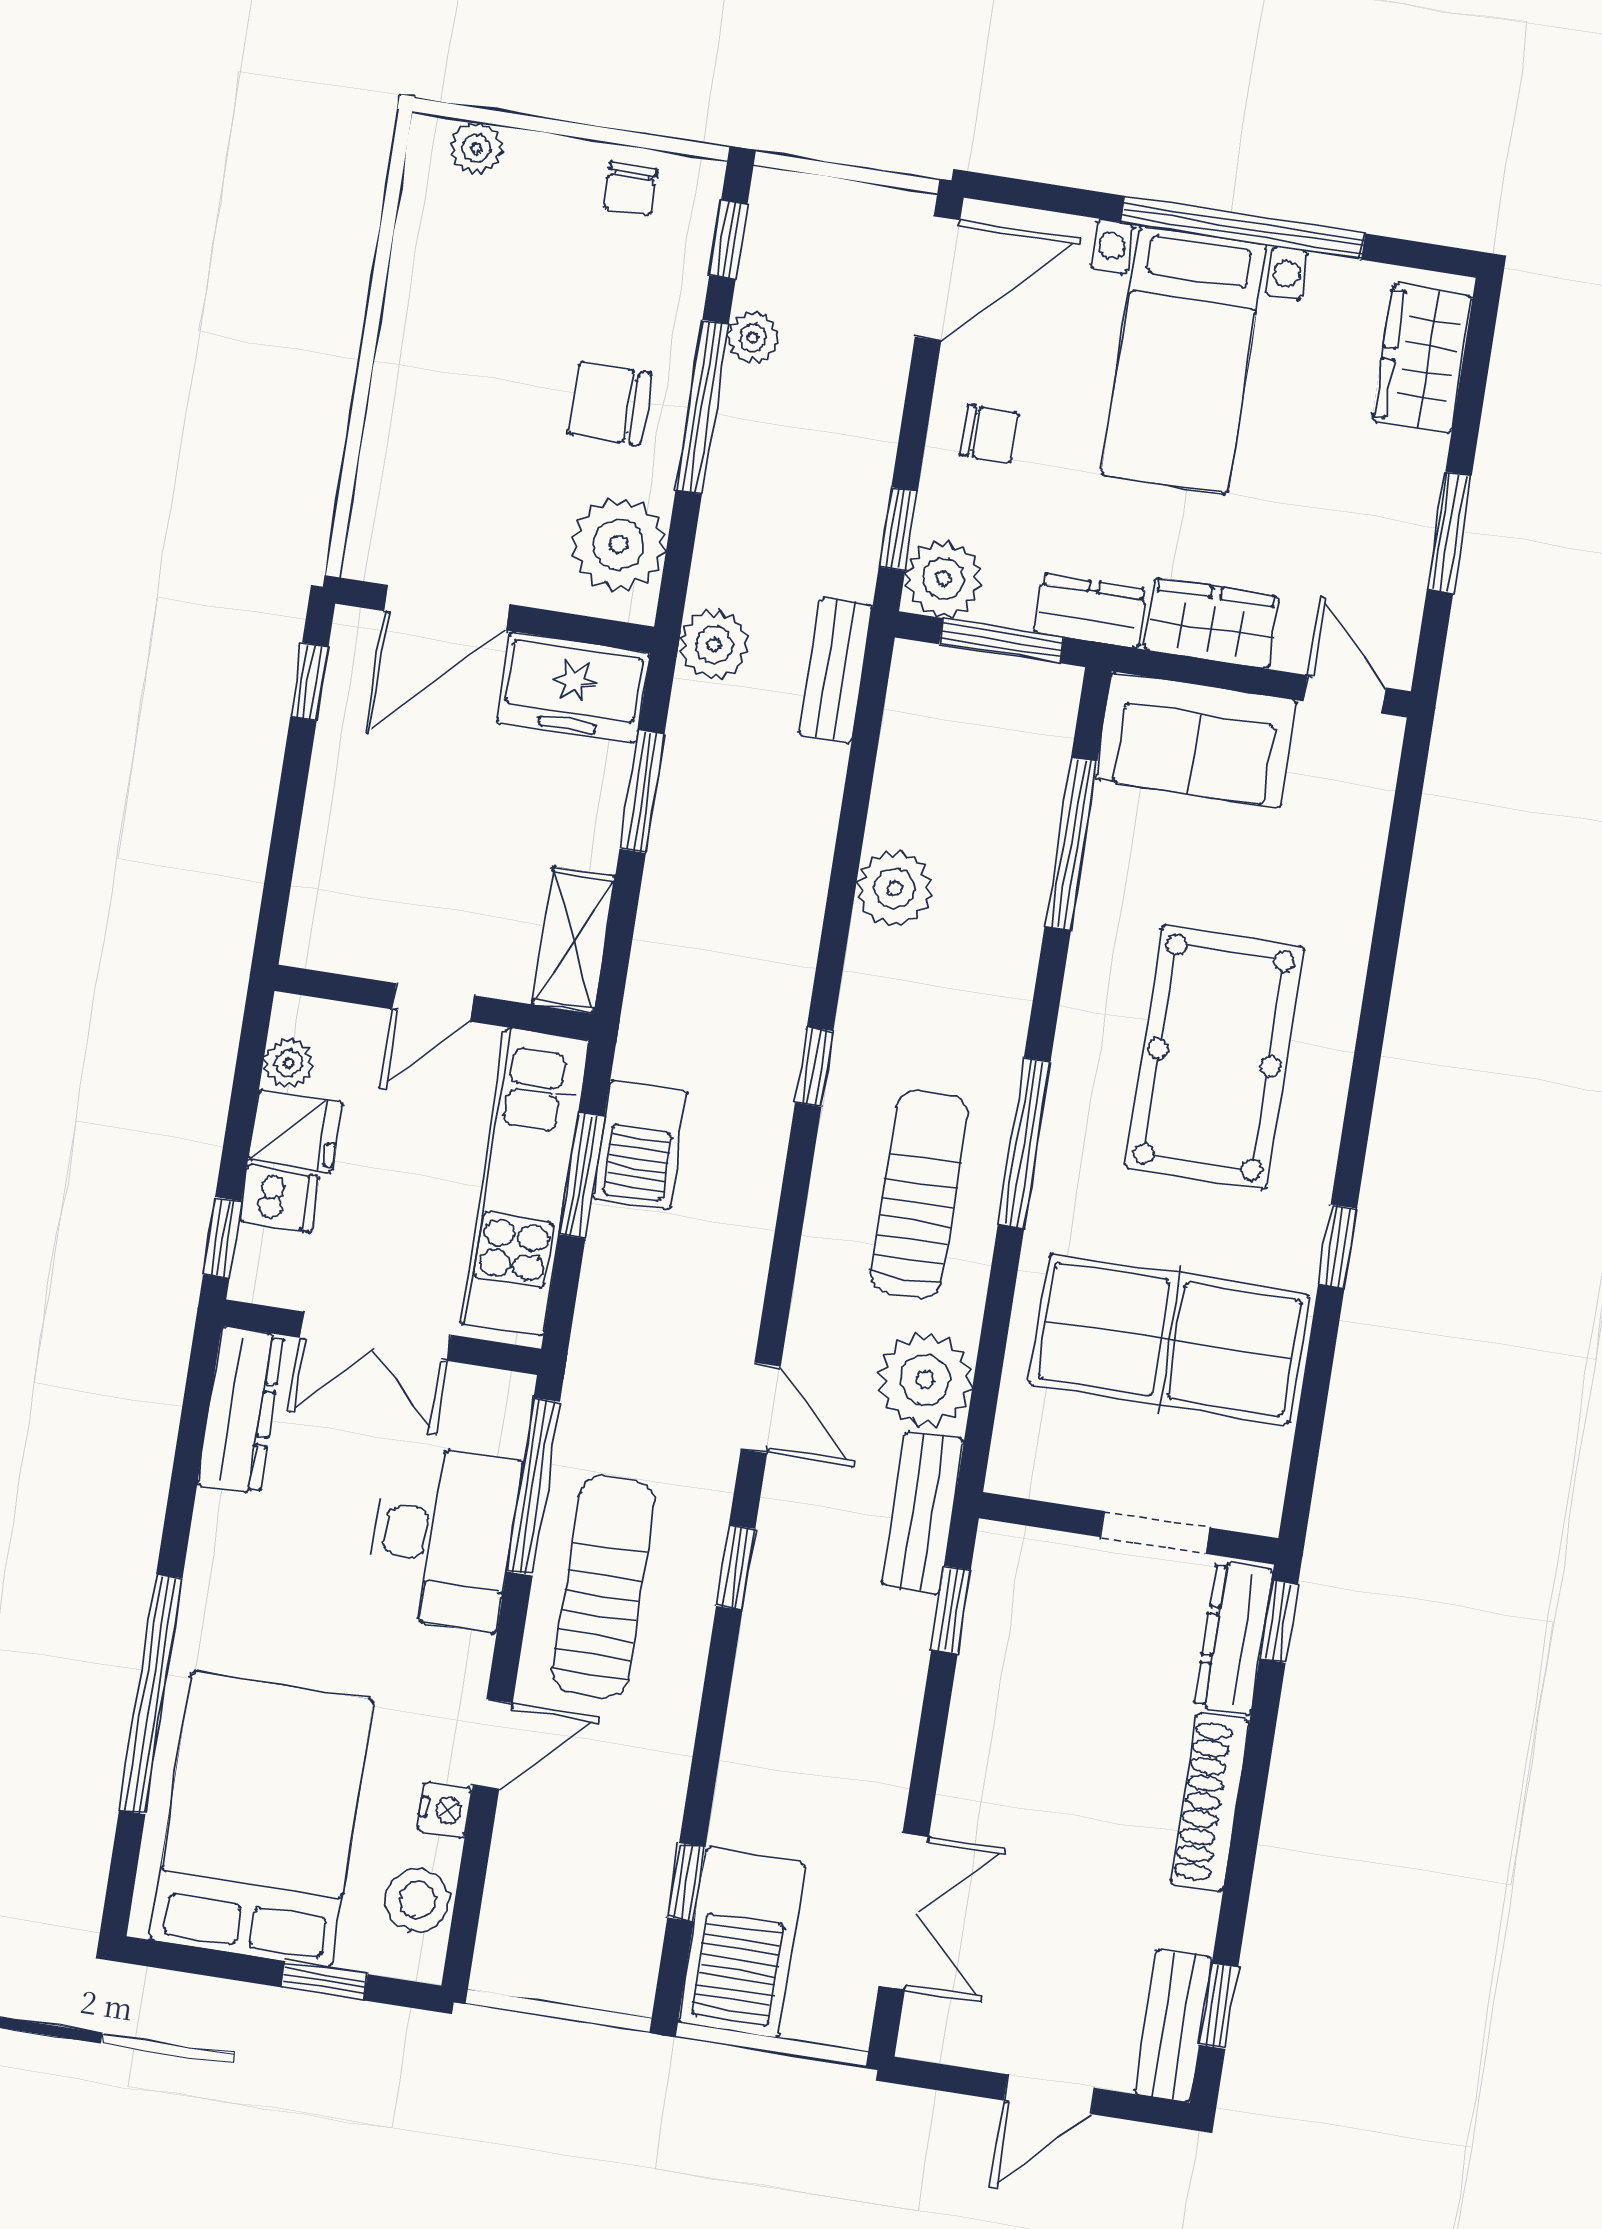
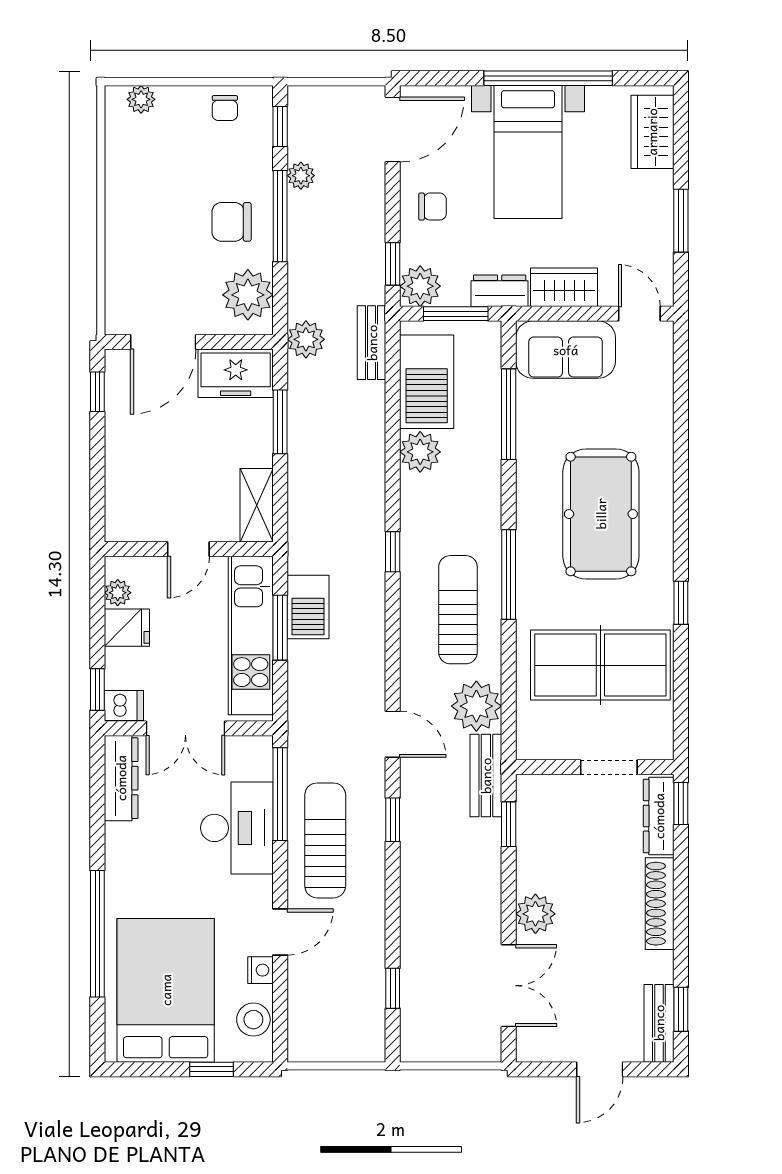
dishwasher: (279, 1199) -> (124, 706), moved
plant: (975, 1785) -> (535, 914), added
barbecue: (742, 1943) -> (427, 382), moved

